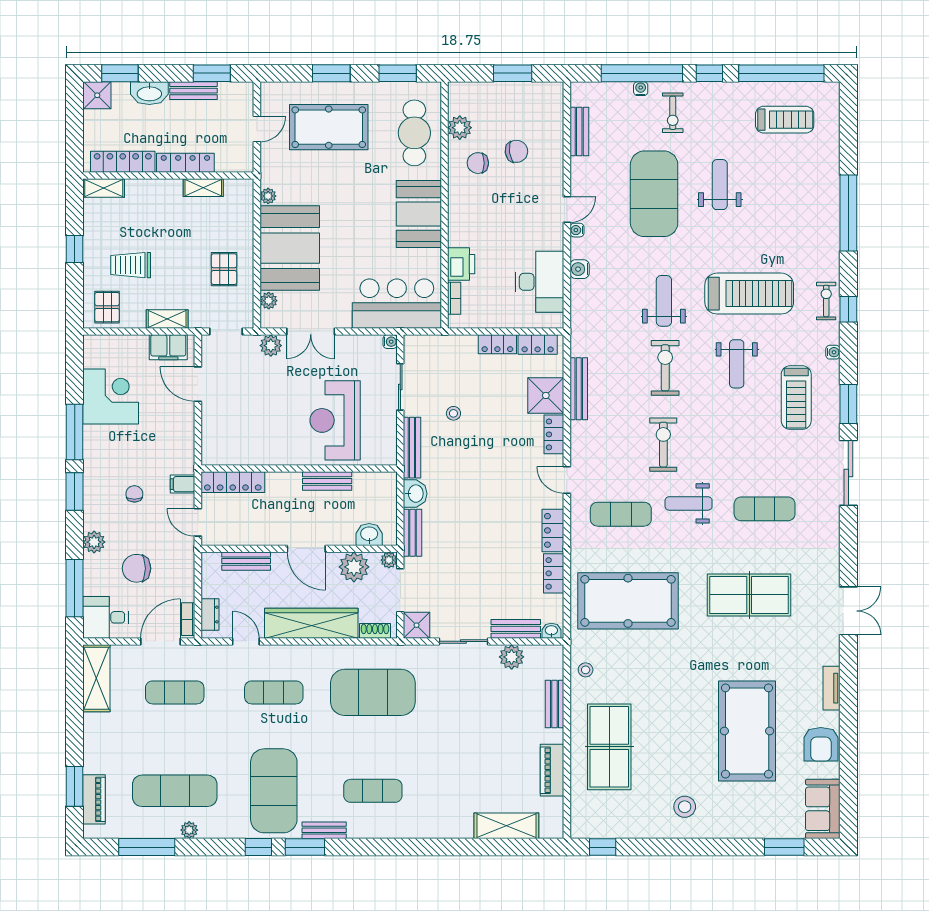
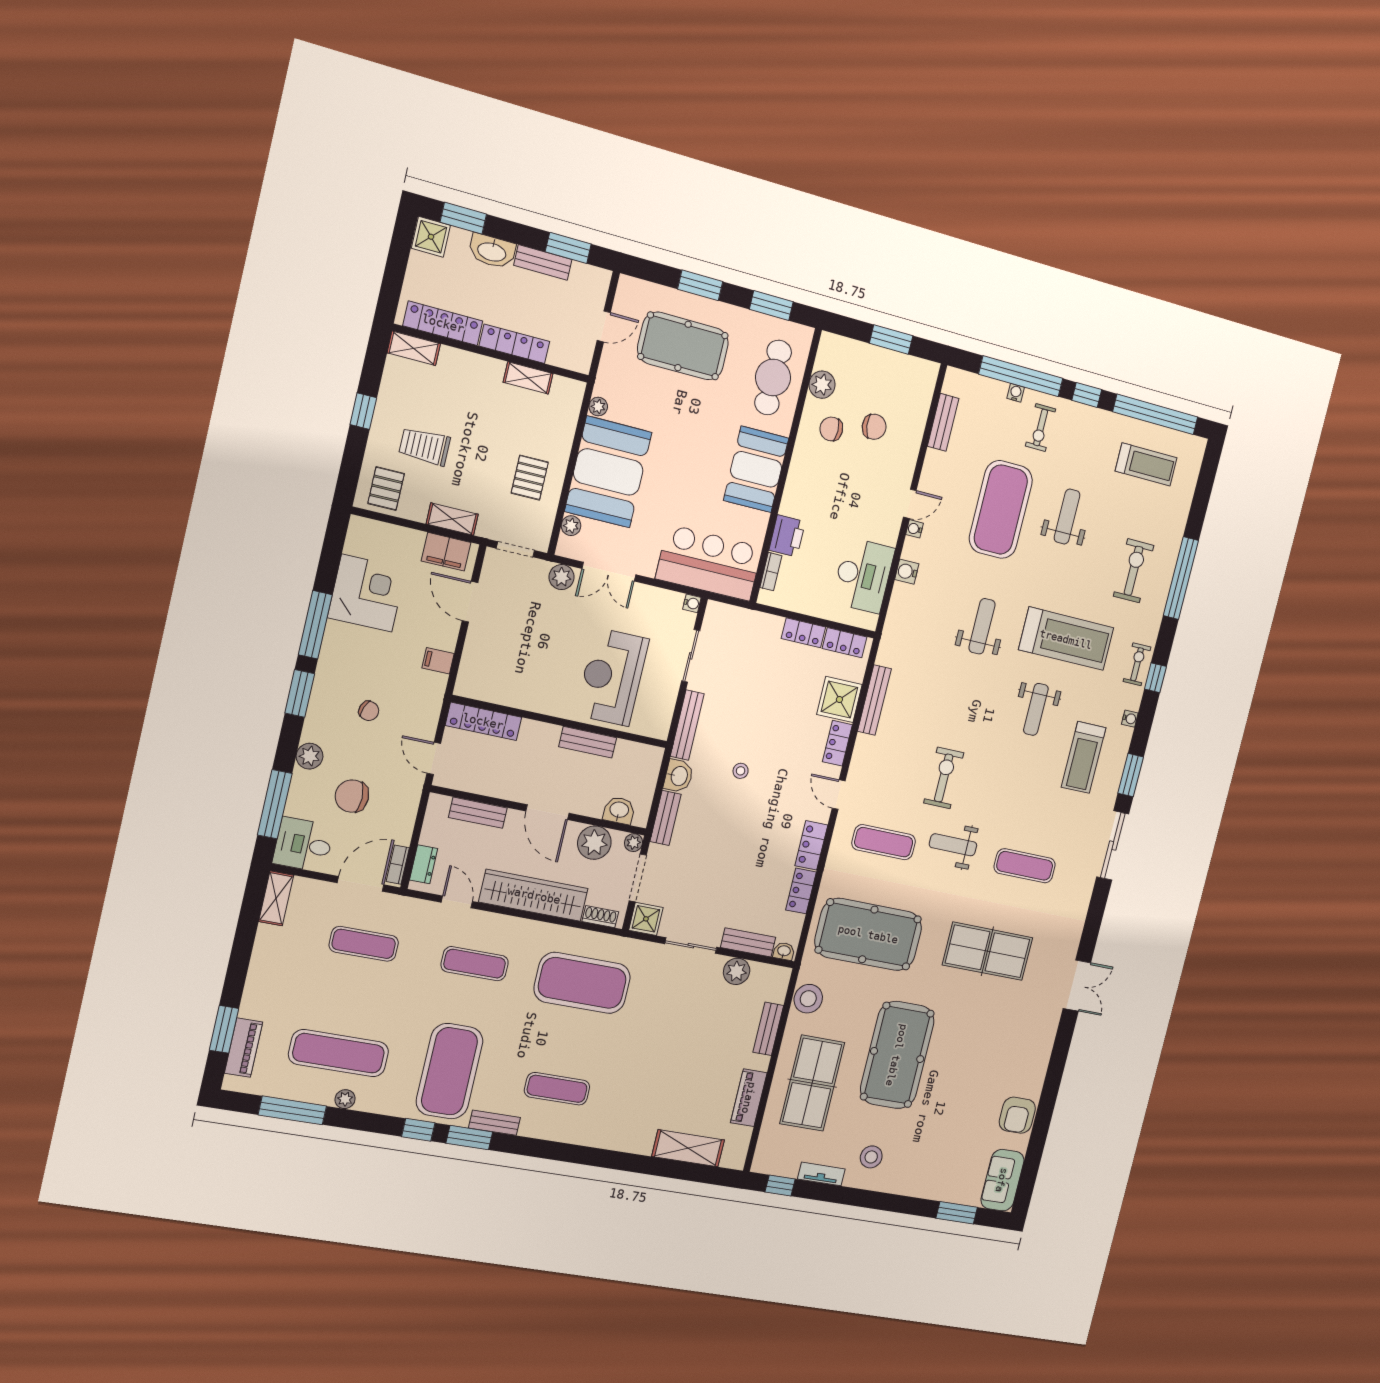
exercise bike: (665, 368) -> (1134, 571), moved
stool: (453, 413) -> (741, 771), moved
filing cabinet: (183, 484) -> (438, 661), moved
chair: (134, 494) -> (369, 711), turned 111
stool: (586, 670) -> (808, 999), width x1.89, depth x1.89
shelving: (96, 678) -> (276, 898), width x0.67, depth x0.75
tv unit: (832, 688) -> (821, 1174), moved, turned 90
pool table: (747, 731) -> (897, 1055), moved

